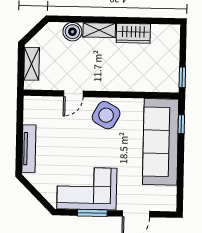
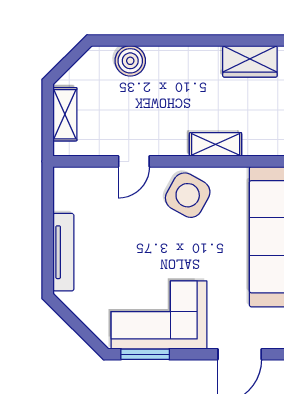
shelving: (99, 30) -> (216, 144), moved
wardrobe: (133, 33) -> (250, 61), moved
window: (92, 213) -> (145, 354), moved

